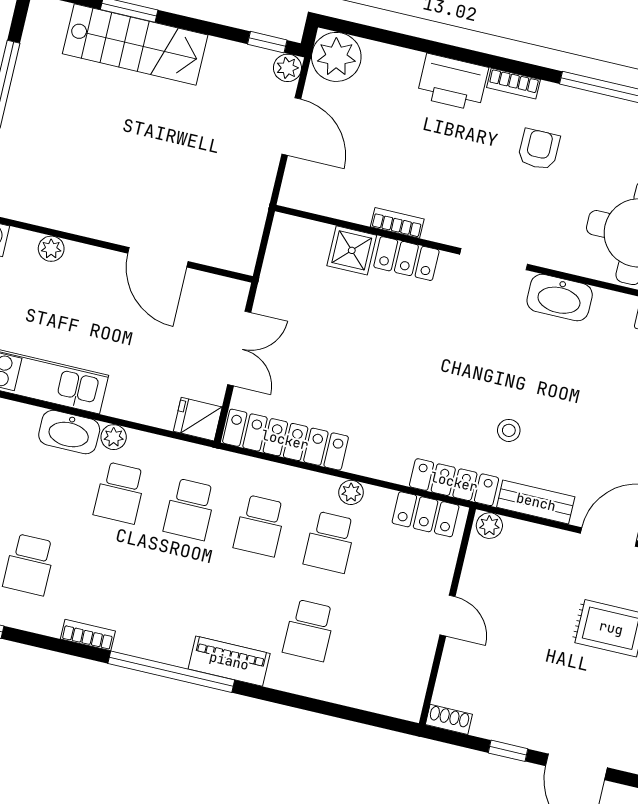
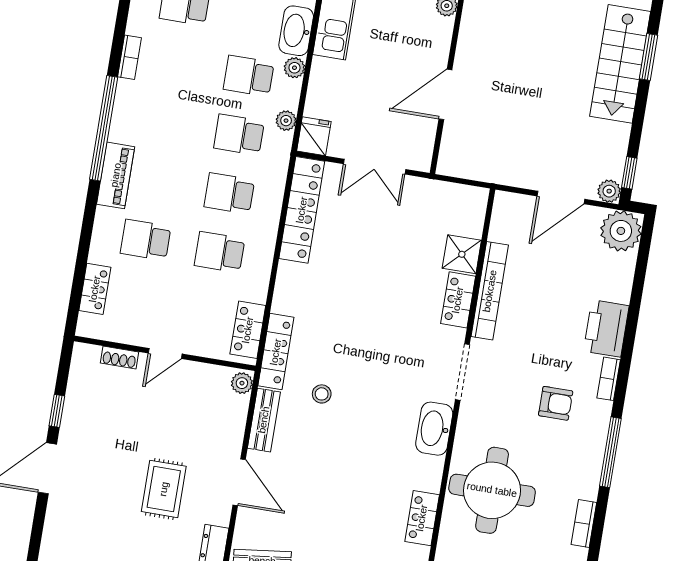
bookcase: (397, 223) -> (490, 291), width x2.31, depth x1.31
plant: (351, 492) -> (286, 121), moved
locker: (364, 695) -> (95, 289), added
shoe rack: (449, 719) -> (120, 357), moved, turned 90

